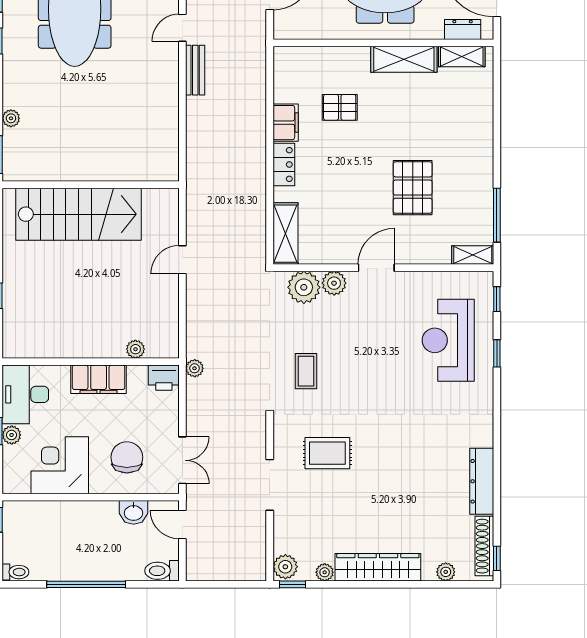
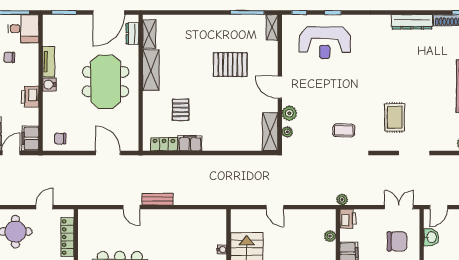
locker: (284, 164) -> (164, 144), moved
water cooler: (114, 174) -> (222, 250), added
shelving: (285, 234) -> (270, 132), moved, turned 90
plant: (304, 287) -> (287, 132), width x0.53, depth x0.53
chair: (127, 457) -> (397, 241), turned 180

